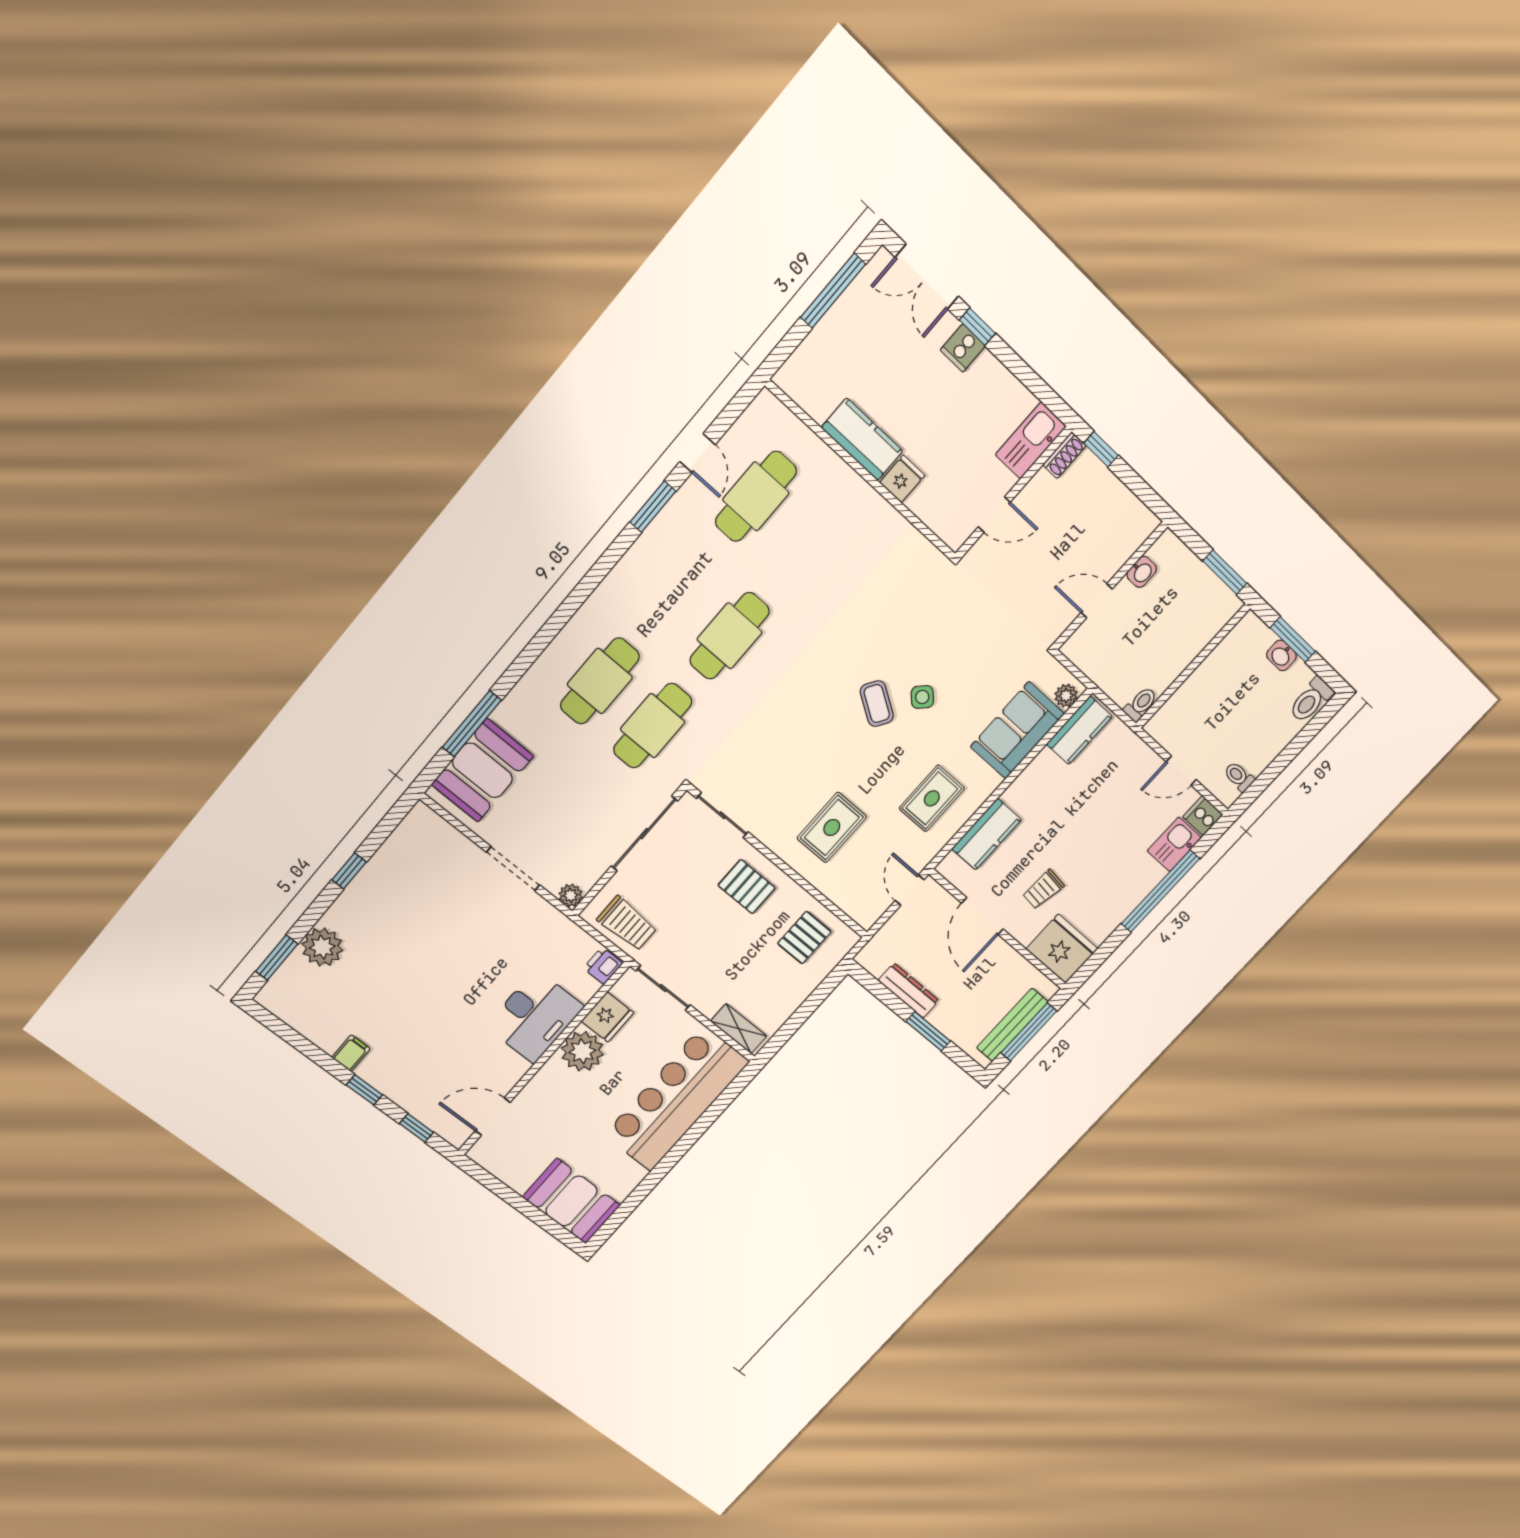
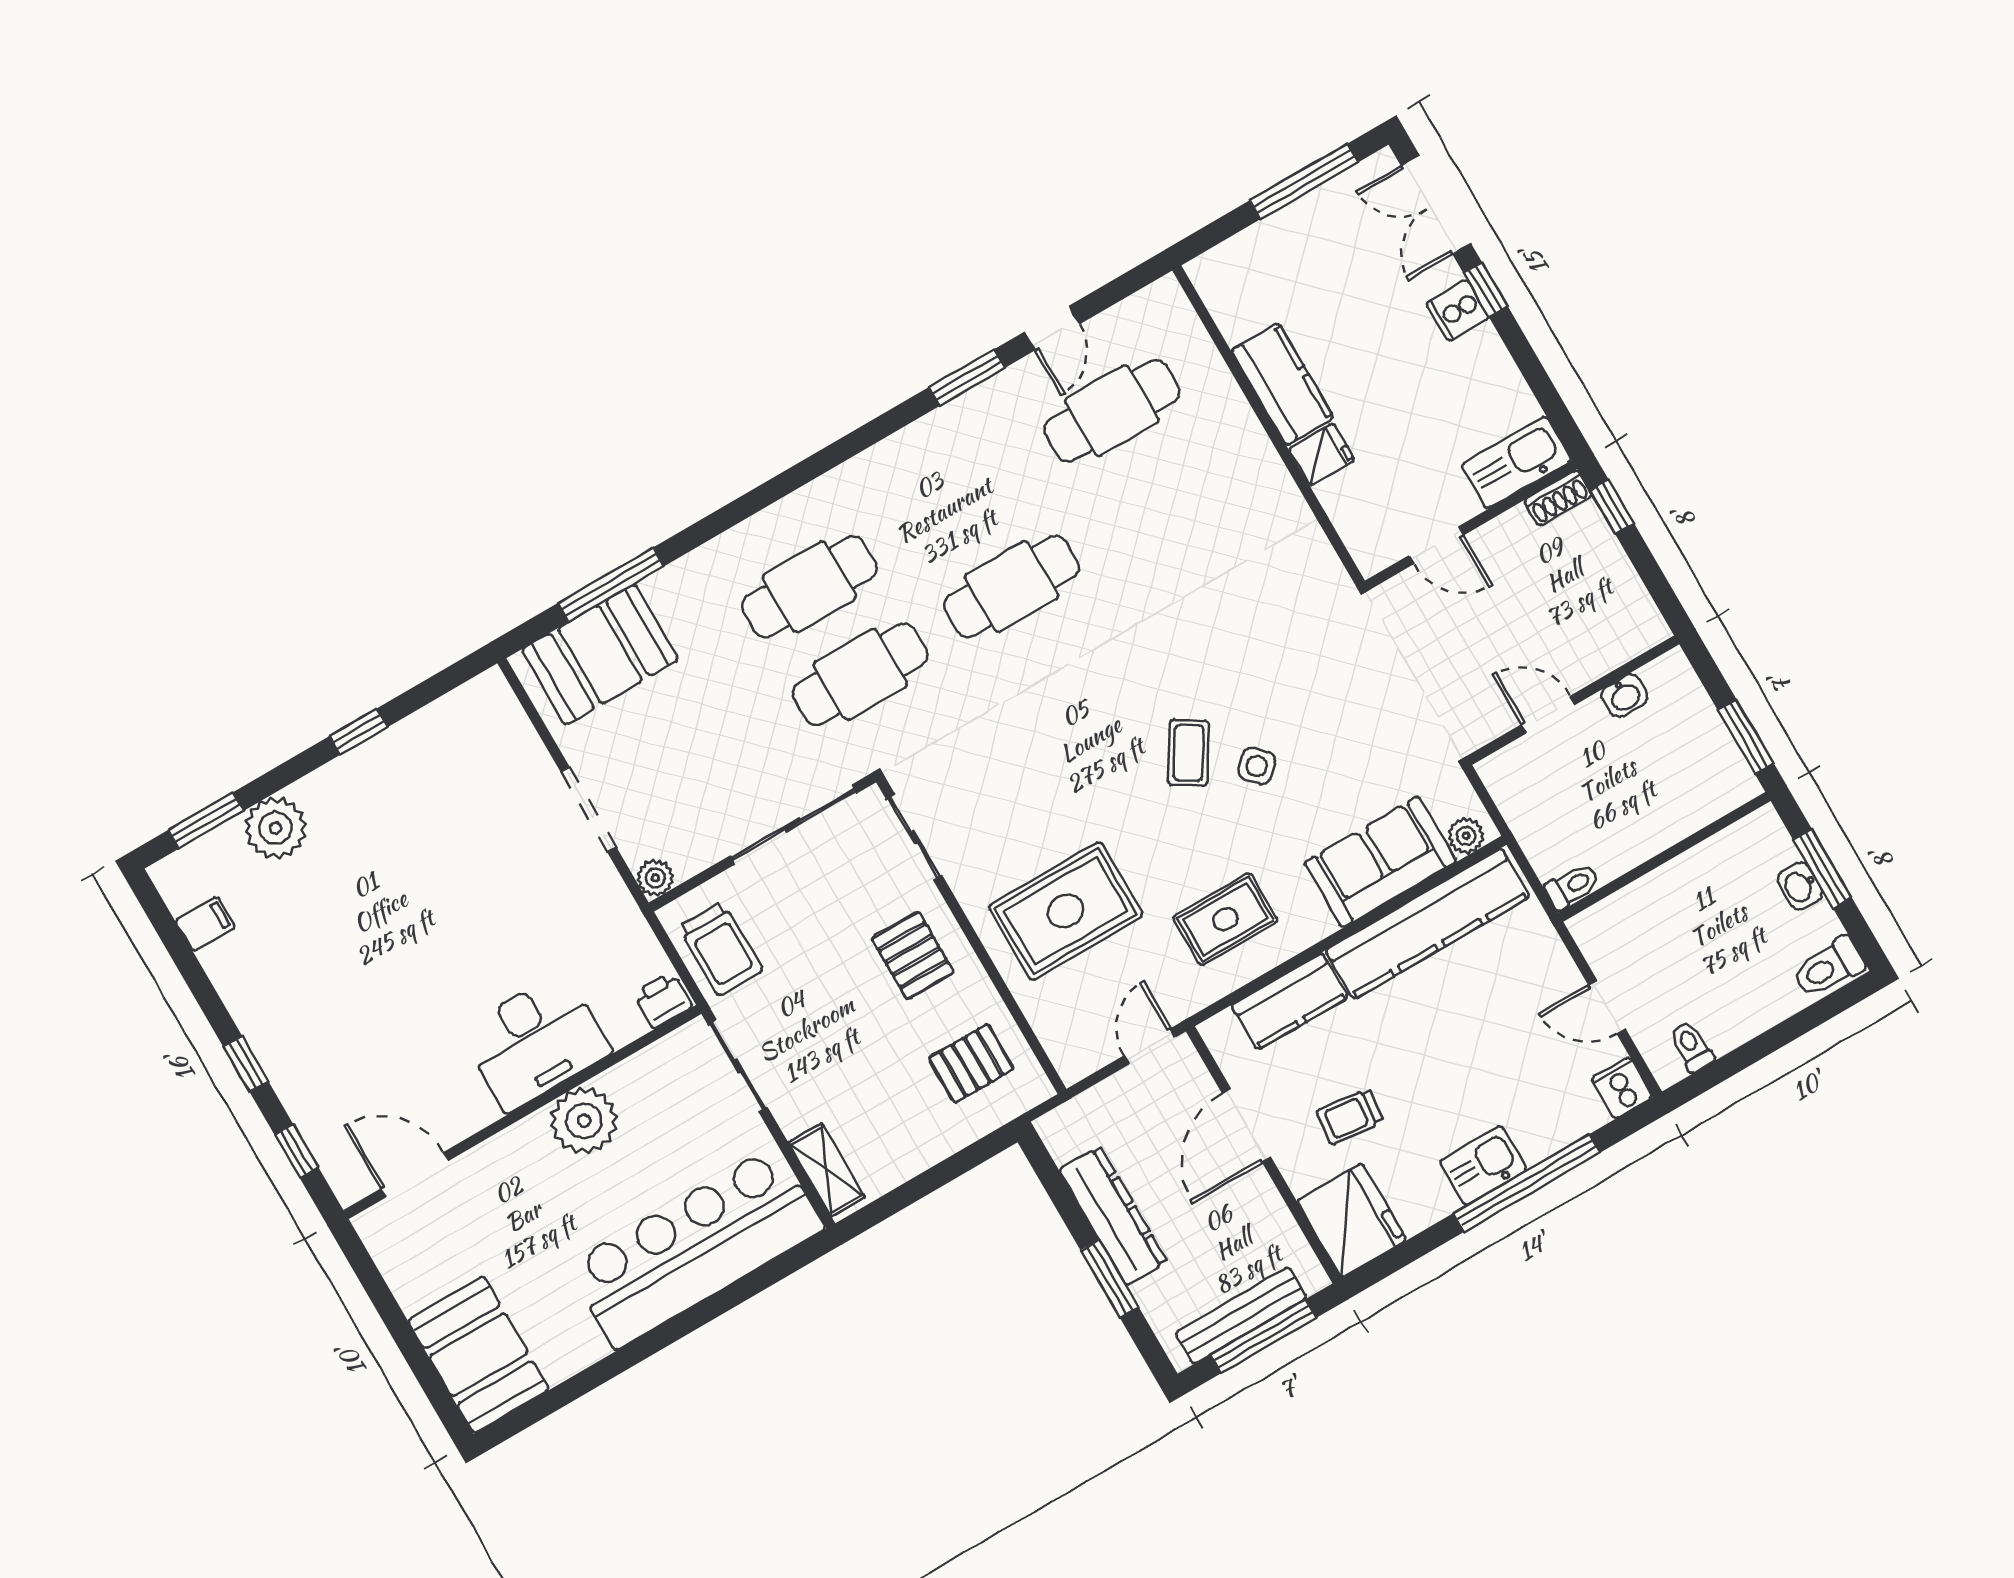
kitchen counter: (1079, 730) -> (1428, 924), width x2.08, depth x1.17
rug: (832, 828) -> (1066, 911), width x1.36, depth x1.43
kitchen sink: (1174, 844) -> (1483, 1165), moved
dresser: (909, 991) -> (1113, 1216), width x1.37, depth x1.24
fridge: (608, 1017) -> (640, 1081), removed
filing cabinet: (351, 1053) -> (205, 924), moved

